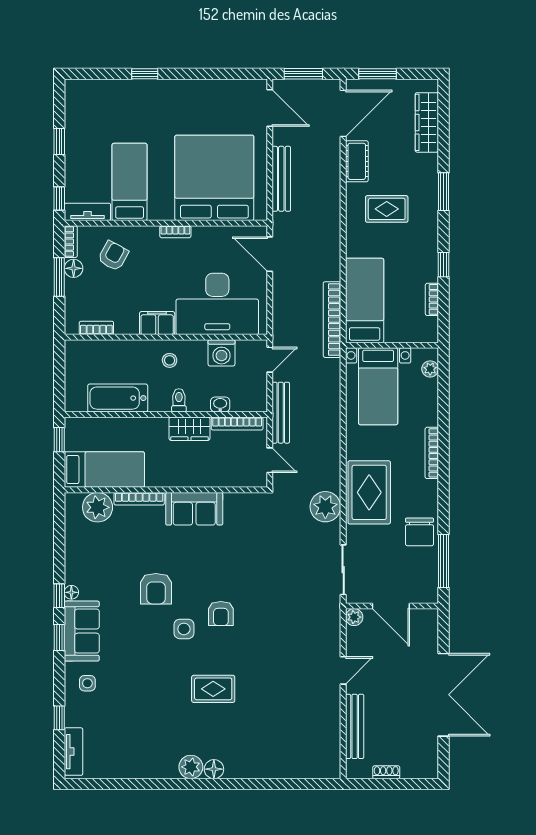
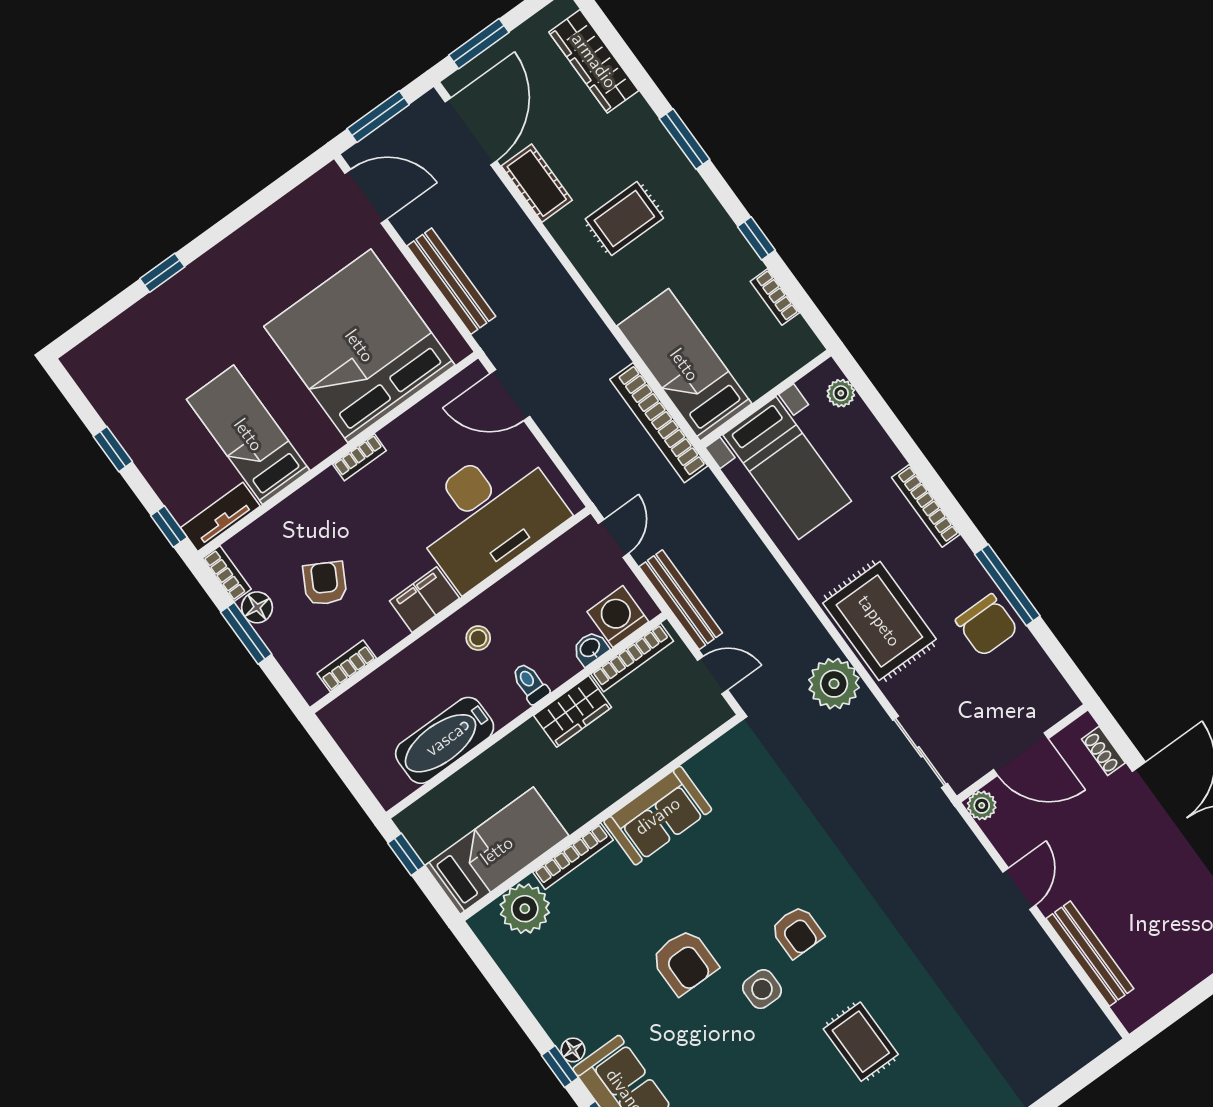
armchair: (113, 256) -> (325, 583), moved
washing machine: (221, 353) -> (618, 617), moved, turned 180
window: (443, 561) -> (1007, 585), moved
rug: (213, 689) -> (861, 1042), turned 90
shoe rack: (386, 772) -> (1103, 751), moved, turned -90

